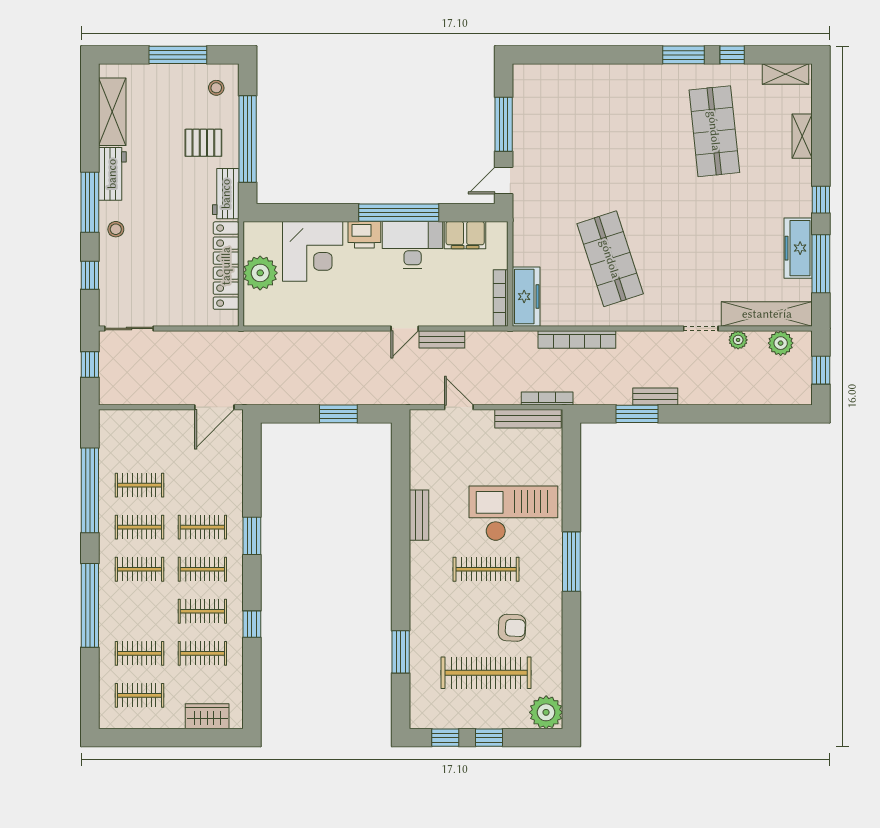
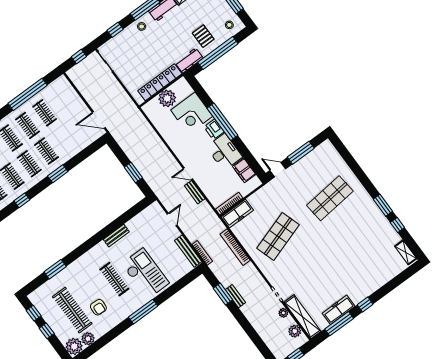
shop shelf: (714, 131) -> (330, 198), moved
shelving: (802, 136) -> (385, 278), removed
window: (399, 213) -> (222, 122), moved
plant: (550, 681) -> (88, 339), added

